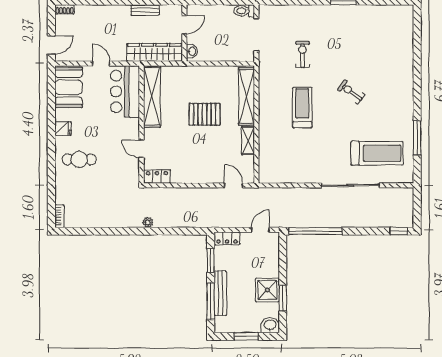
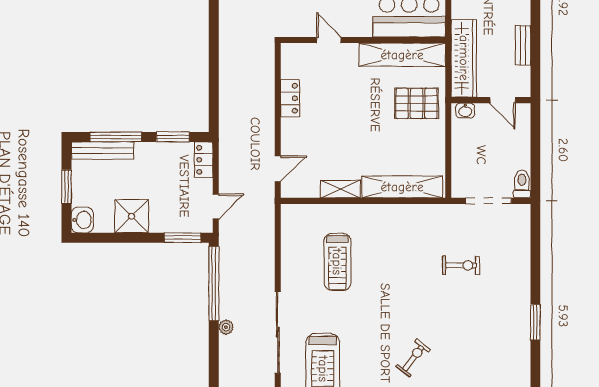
exercise bike: (351, 92) -> (413, 358), moved
treadmill: (302, 108) -> (337, 262), moved, turned 90
pallet: (205, 114) -> (417, 103), moved, turned 90
door: (141, 149) -> (329, 40), hinge flipped
locker: (157, 177) -> (290, 98), moved
plant: (148, 222) -> (226, 327), moved
door: (260, 230) -> (216, 206), hinge flipped
bench: (220, 293) -> (103, 150), moved
window: (283, 298) -> (183, 238), moved

